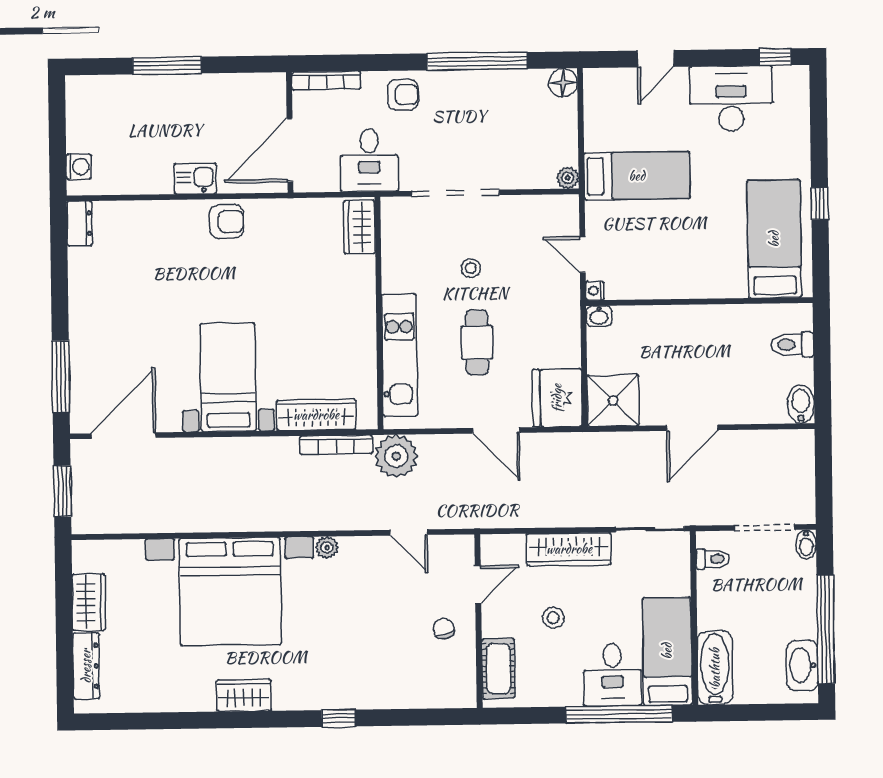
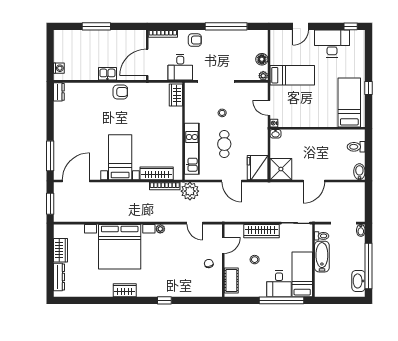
floor lamp: (563, 83) -> (262, 59), moved
bathtub: (715, 668) -> (322, 257), moved

